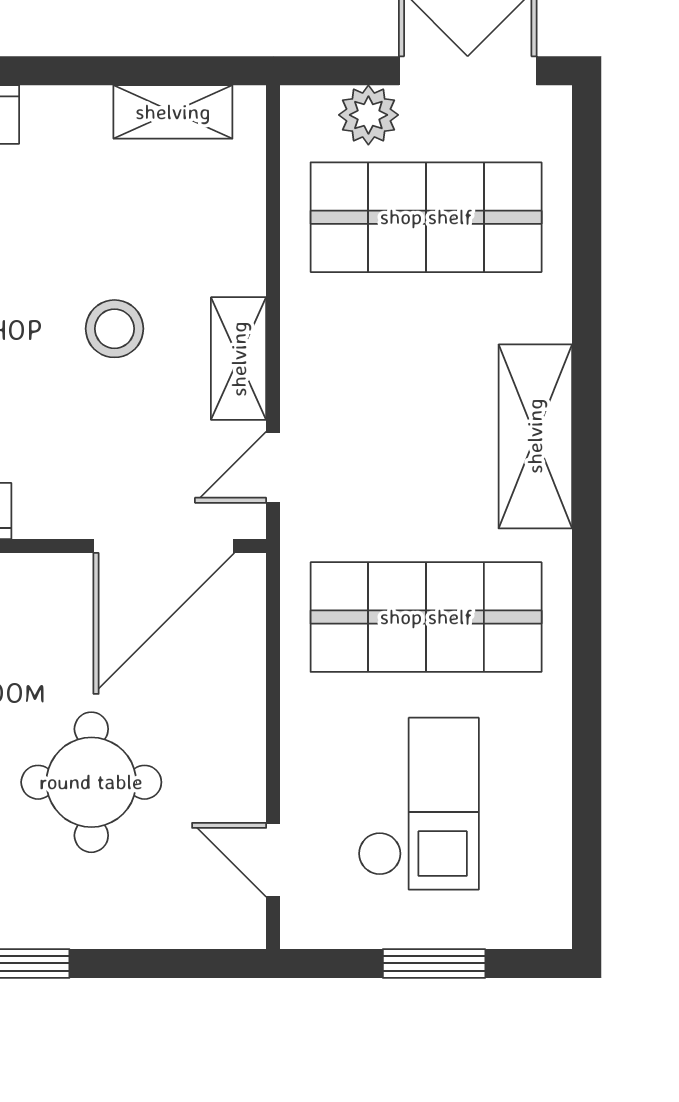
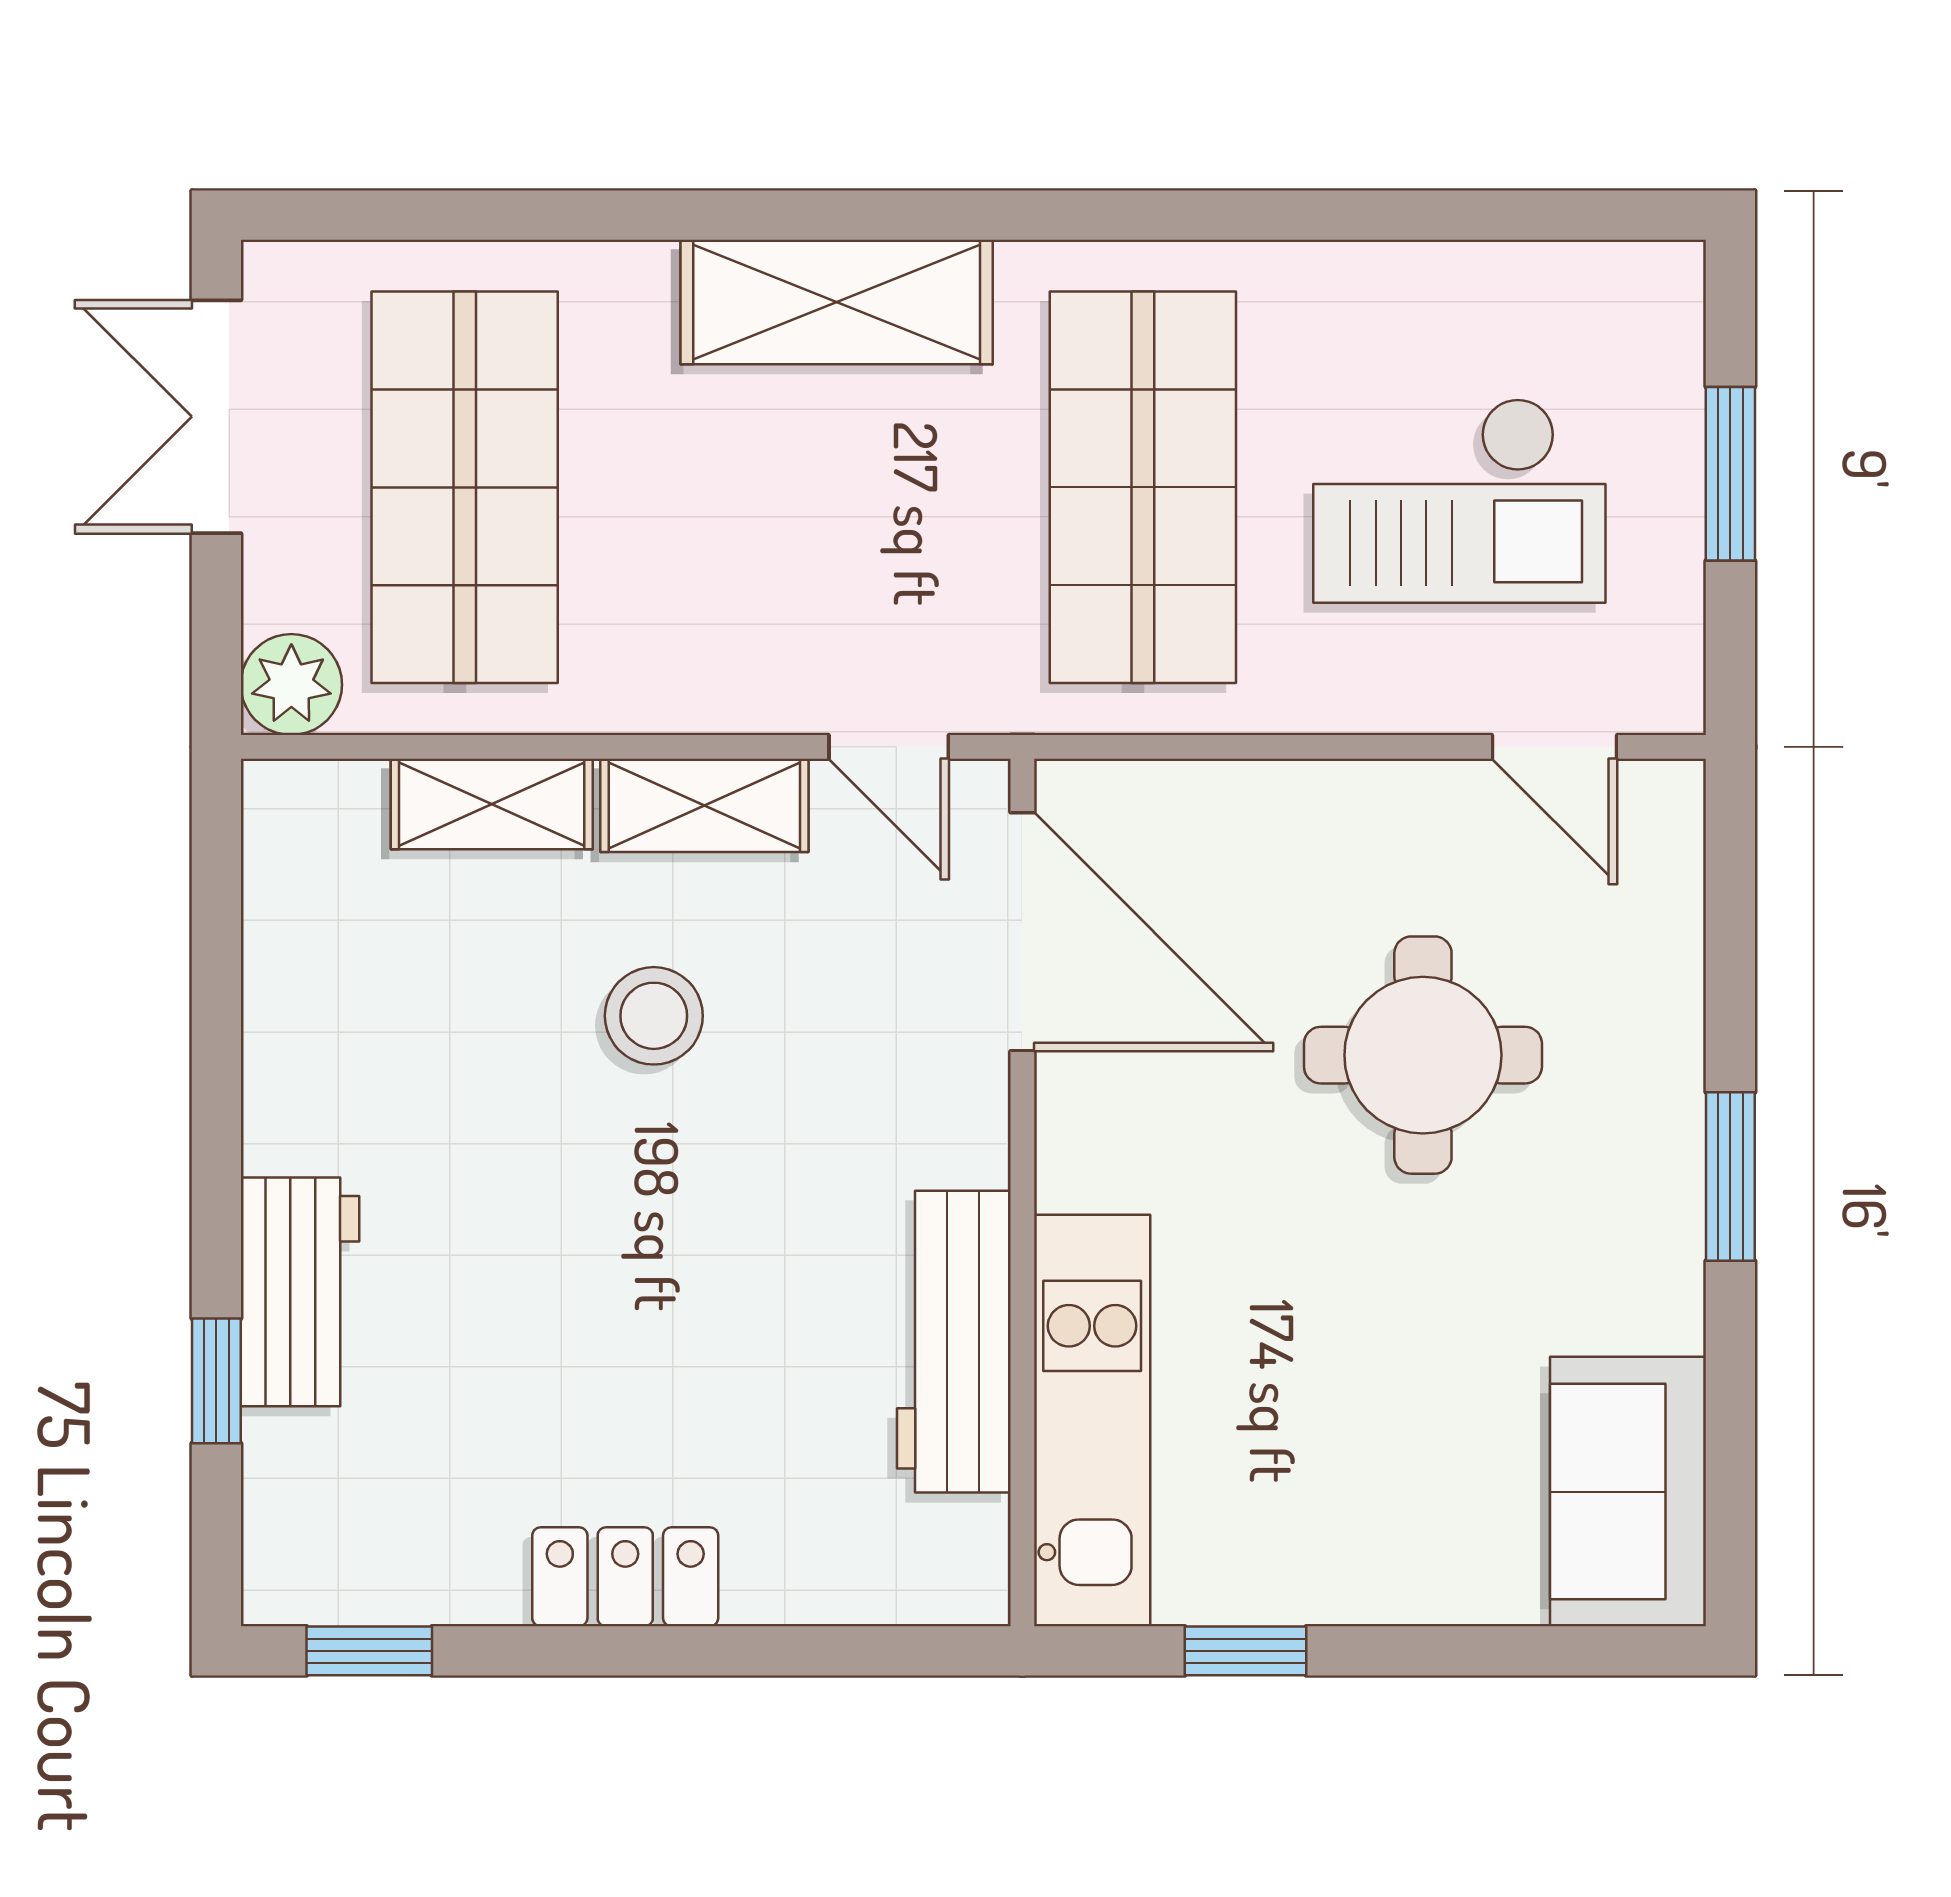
shelving: (173, 112) -> (492, 804), moved, turned 90
plant: (368, 115) -> (291, 685), moved
checkout: (418, 804) -> (1459, 500), turned 180
door: (273, 860) -> (1555, 747), hinge flipped

